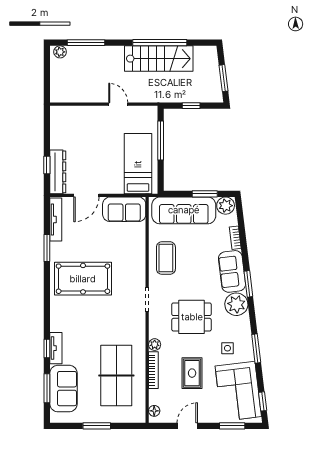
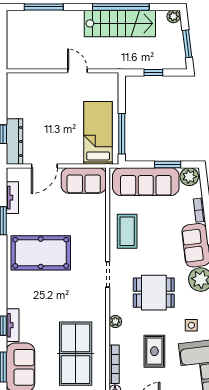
plant: (60, 52) -> (173, 16), moved
window: (161, 141) -> (122, 134), moved
tv unit: (56, 219) -> (12, 198), width x0.71
bookcase: (153, 370) -> (114, 364), moved

